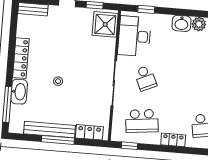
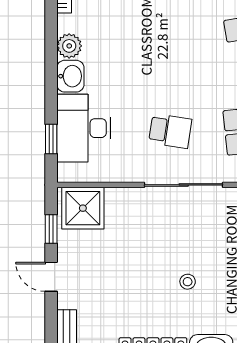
desk: (134, 36) -> (84, 128), moved, turned 90
school desk: (145, 78) -> (170, 131), turned 33

